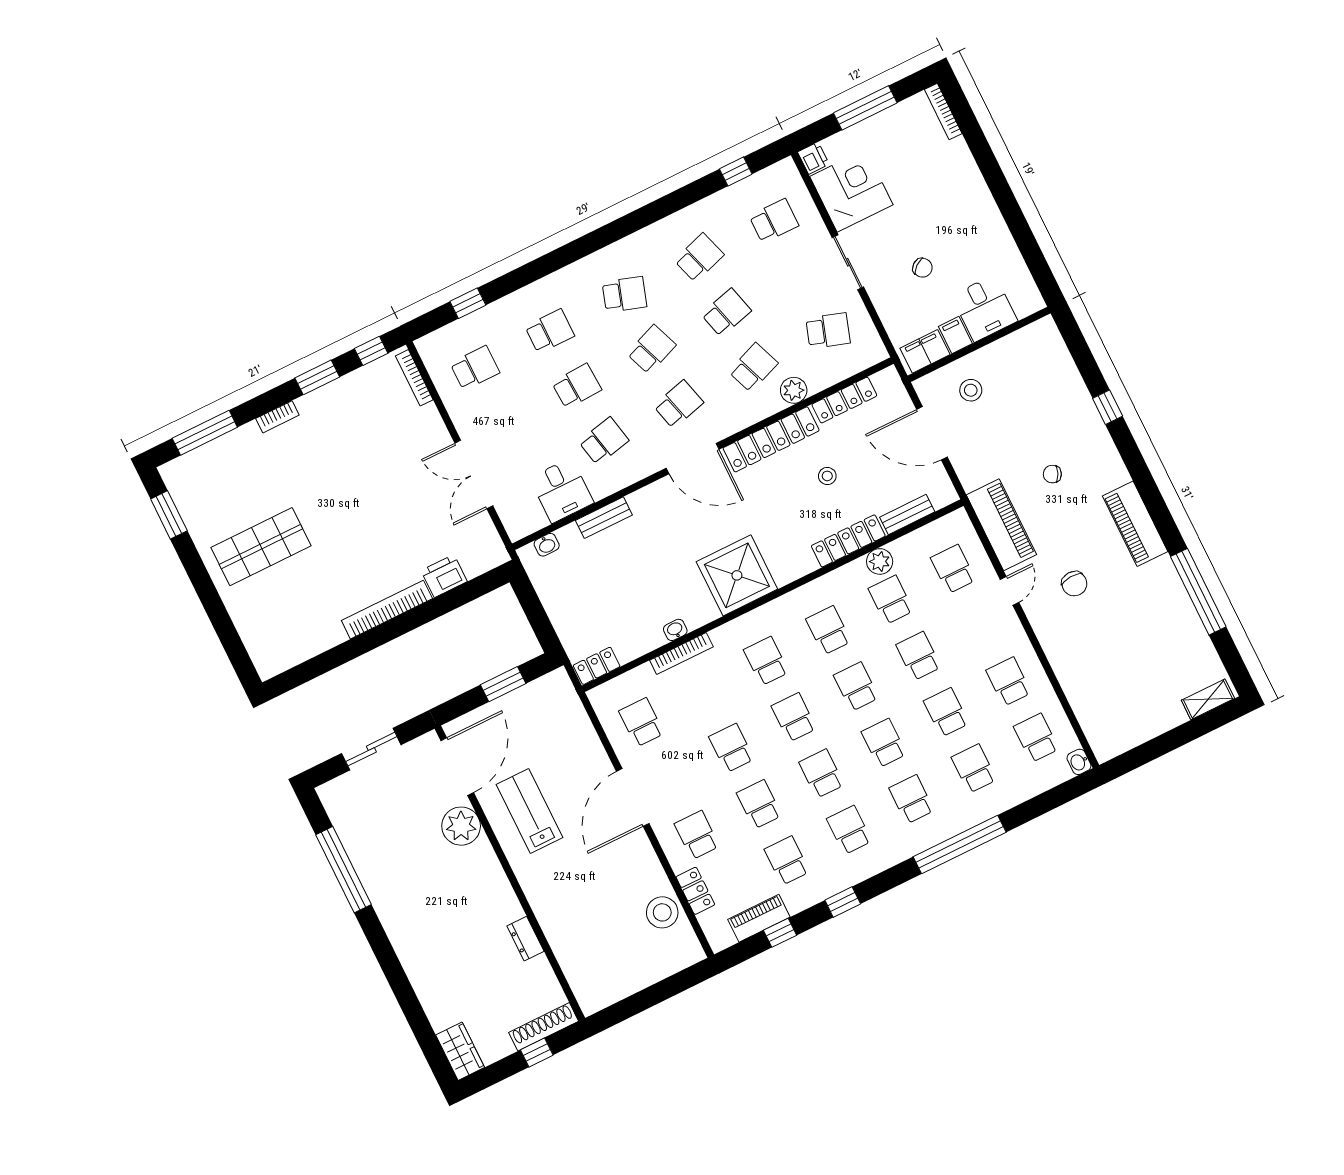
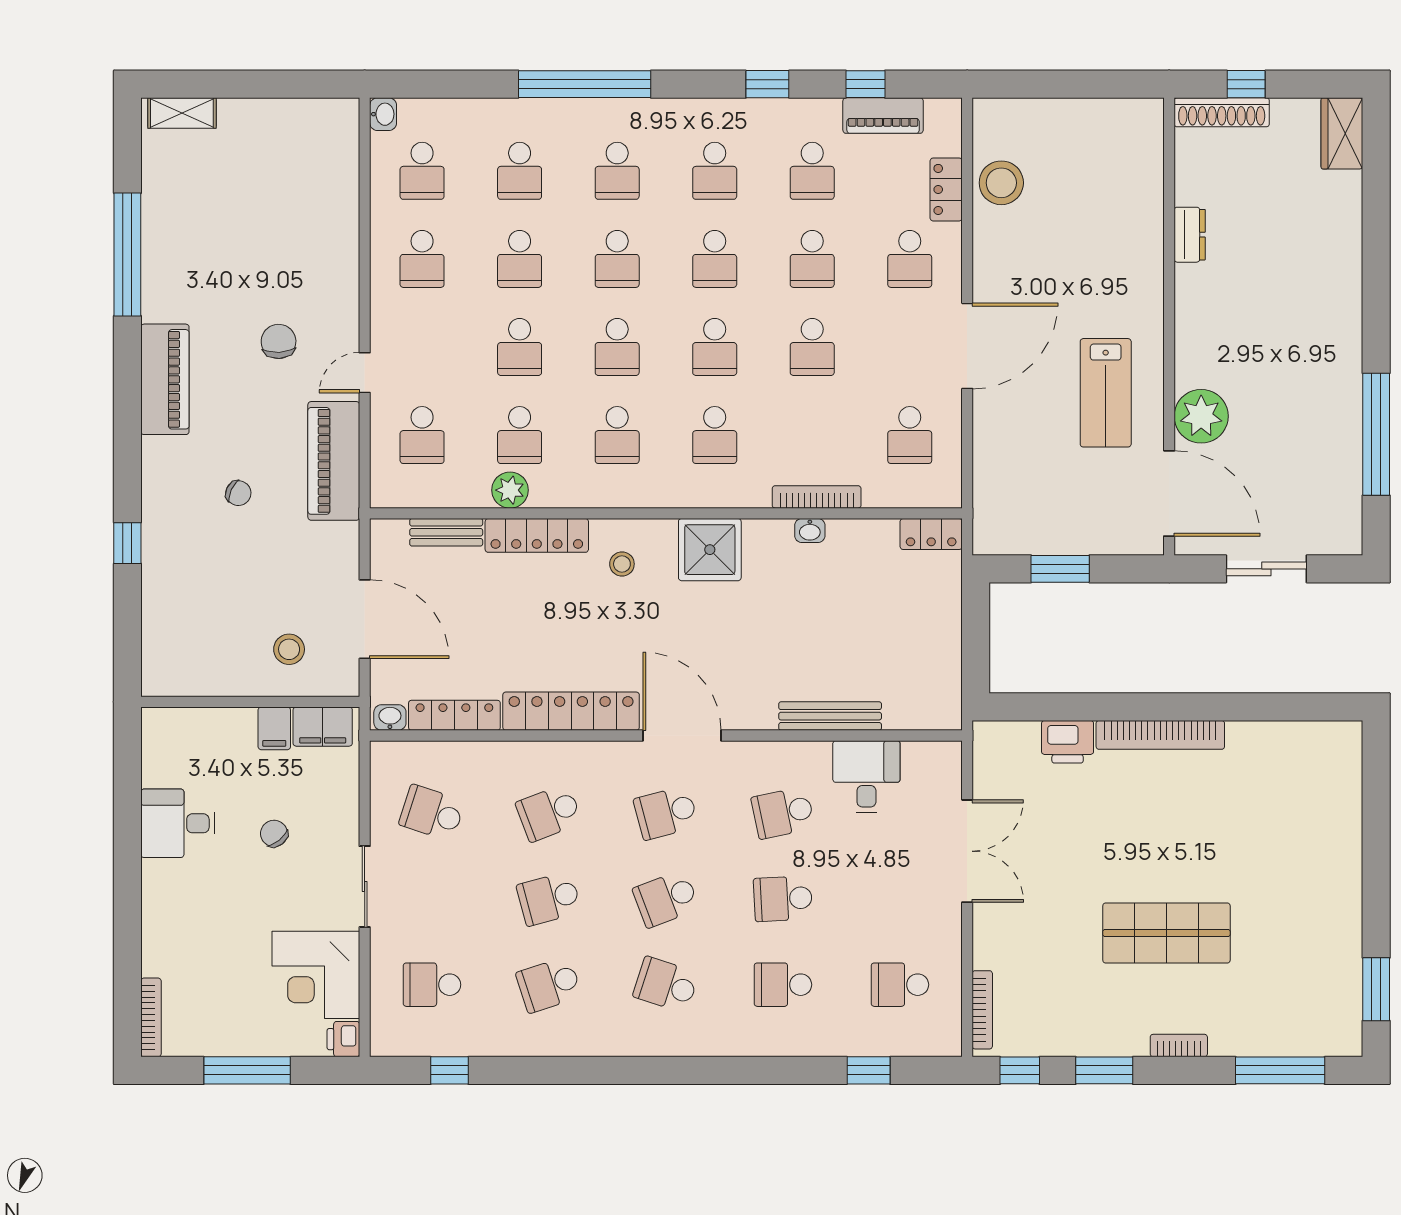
desk: (984, 308) -> (178, 823), moved, turned -90
plant: (794, 390) -> (512, 759), removed
stool: (827, 476) -> (622, 564), moved
bench: (604, 518) -> (830, 716), width x1.36
washbasin: (547, 545) -> (390, 718), moved
shop shelf: (261, 547) -> (1166, 933), moved
shower: (737, 575) -> (710, 550), width x0.73, depth x0.73
door: (457, 767) -> (1169, 493), swing flipped

